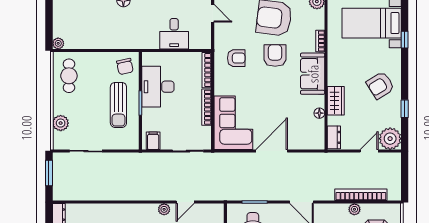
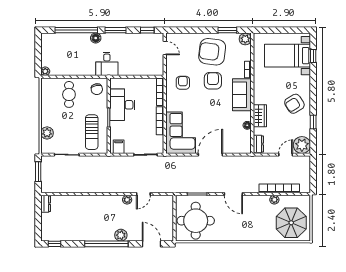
desk: (174, 34) -> (107, 64), moved
window: (405, 40) -> (313, 56), moved
armchair: (236, 58) -> (183, 83), turned -90
cafe table: (69, 76) -> (69, 94), moved
sun lounger: (118, 105) -> (92, 132), moved

